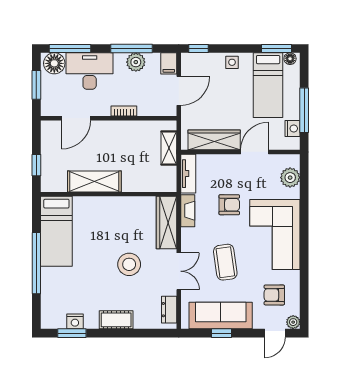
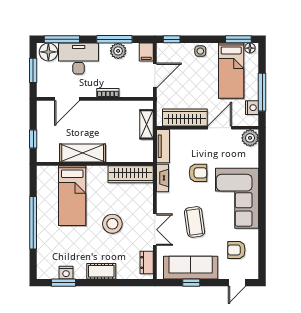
plant: (290, 178) -> (250, 138), moved
wardrobe: (167, 223) -> (131, 174), moved, turned -90
bed: (56, 231) -> (72, 196), moved
plant: (293, 322) -> (253, 273), removed

